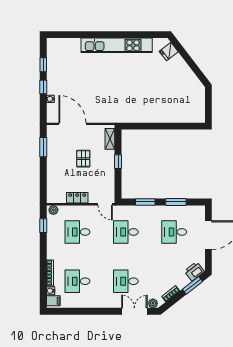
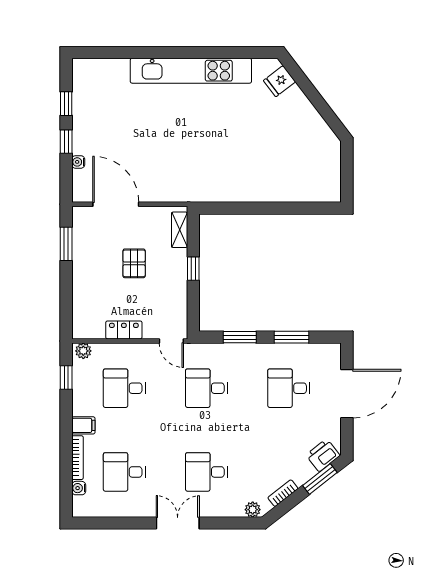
filing cabinet: (53, 301) -> (83, 425), moved
double door: (134, 311) -> (178, 523), moved

